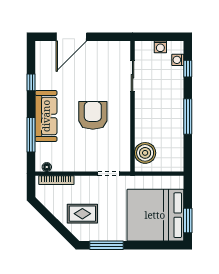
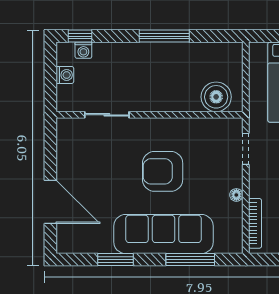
window: (188, 69) -> (80, 36), moved
window: (31, 82) -> (116, 260), width x1.50
sofa: (46, 116) -> (164, 234), width x1.36, depth x1.27
floor lamp: (47, 167) -> (236, 195), moved

